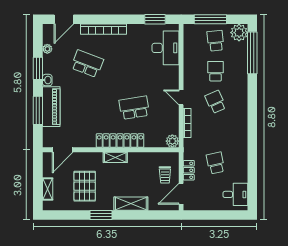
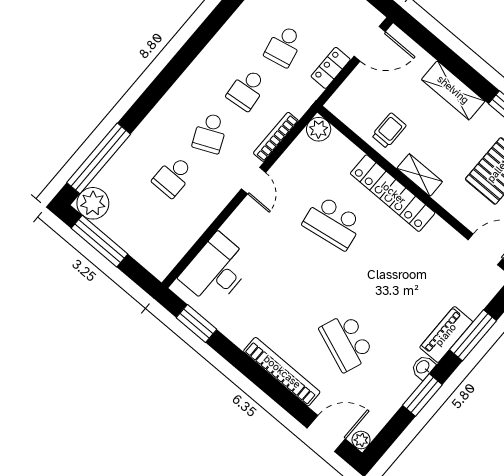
window: (210, 19) -> (99, 241), moved
school desk: (215, 41) -> (247, 89), moved
plant: (47, 49) -> (361, 440), moved
piano: (51, 107) -> (446, 335), width x0.73, depth x0.75
trolley: (165, 175) -> (389, 130), moved

